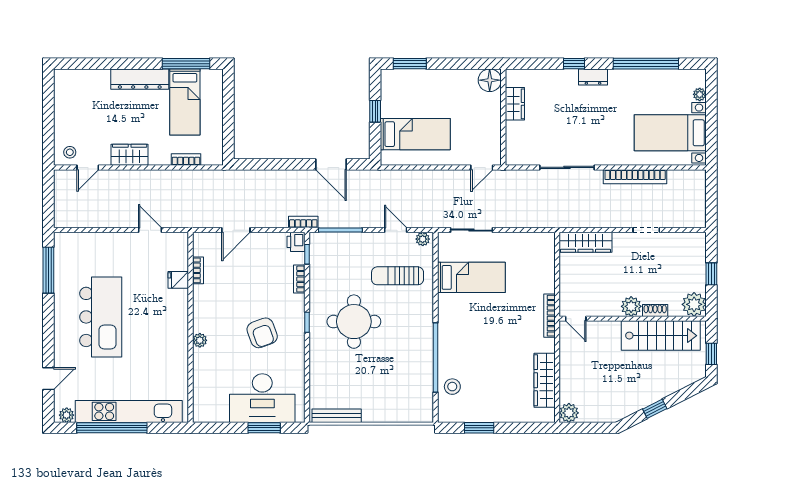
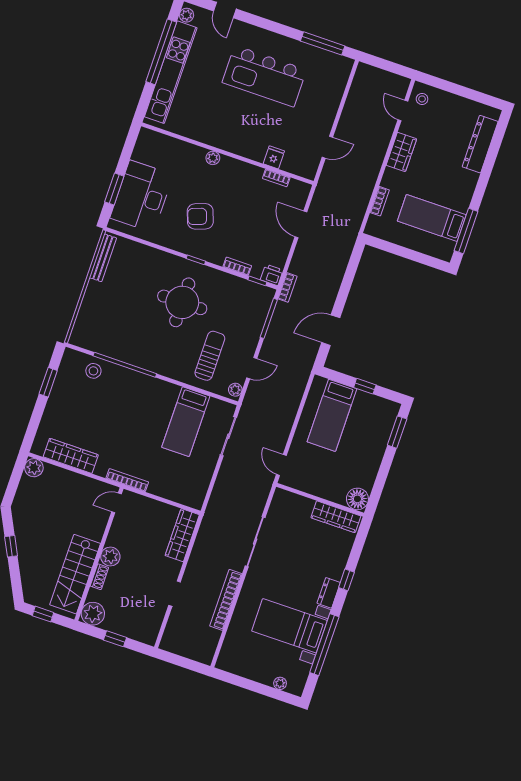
dresser: (140, 79) -> (480, 144), moved
wardrobe: (515, 104) -> (336, 517), width x1.50
bed with nightstands: (670, 133) -> (289, 626), moved, turned -90

